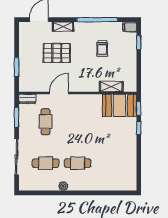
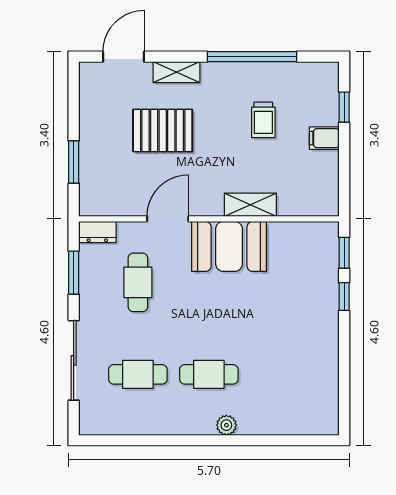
filing cabinet: (130, 27) -> (324, 138), moved
shelving: (111, 87) -> (250, 205), moved
booth: (119, 105) -> (229, 246), moved
plant: (63, 186) -> (226, 425), moved

